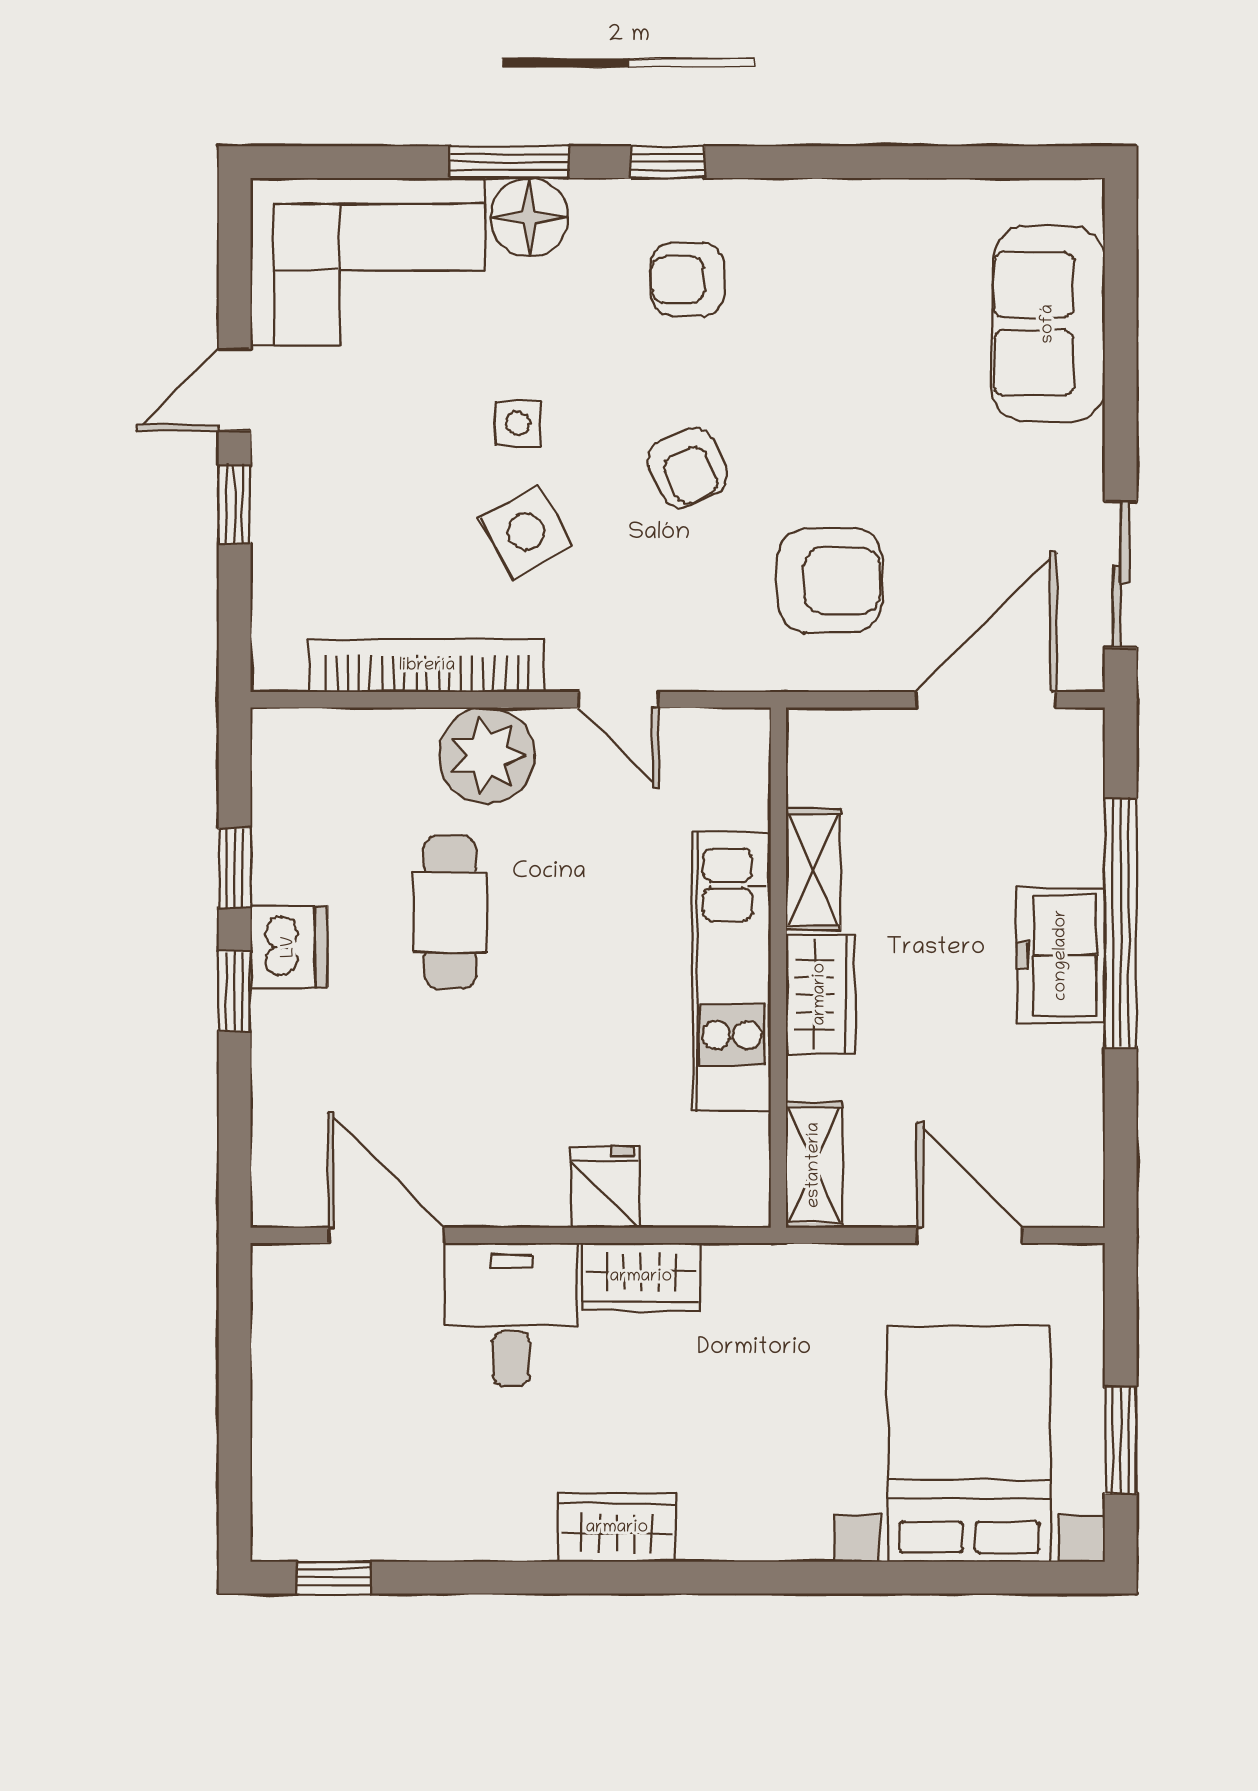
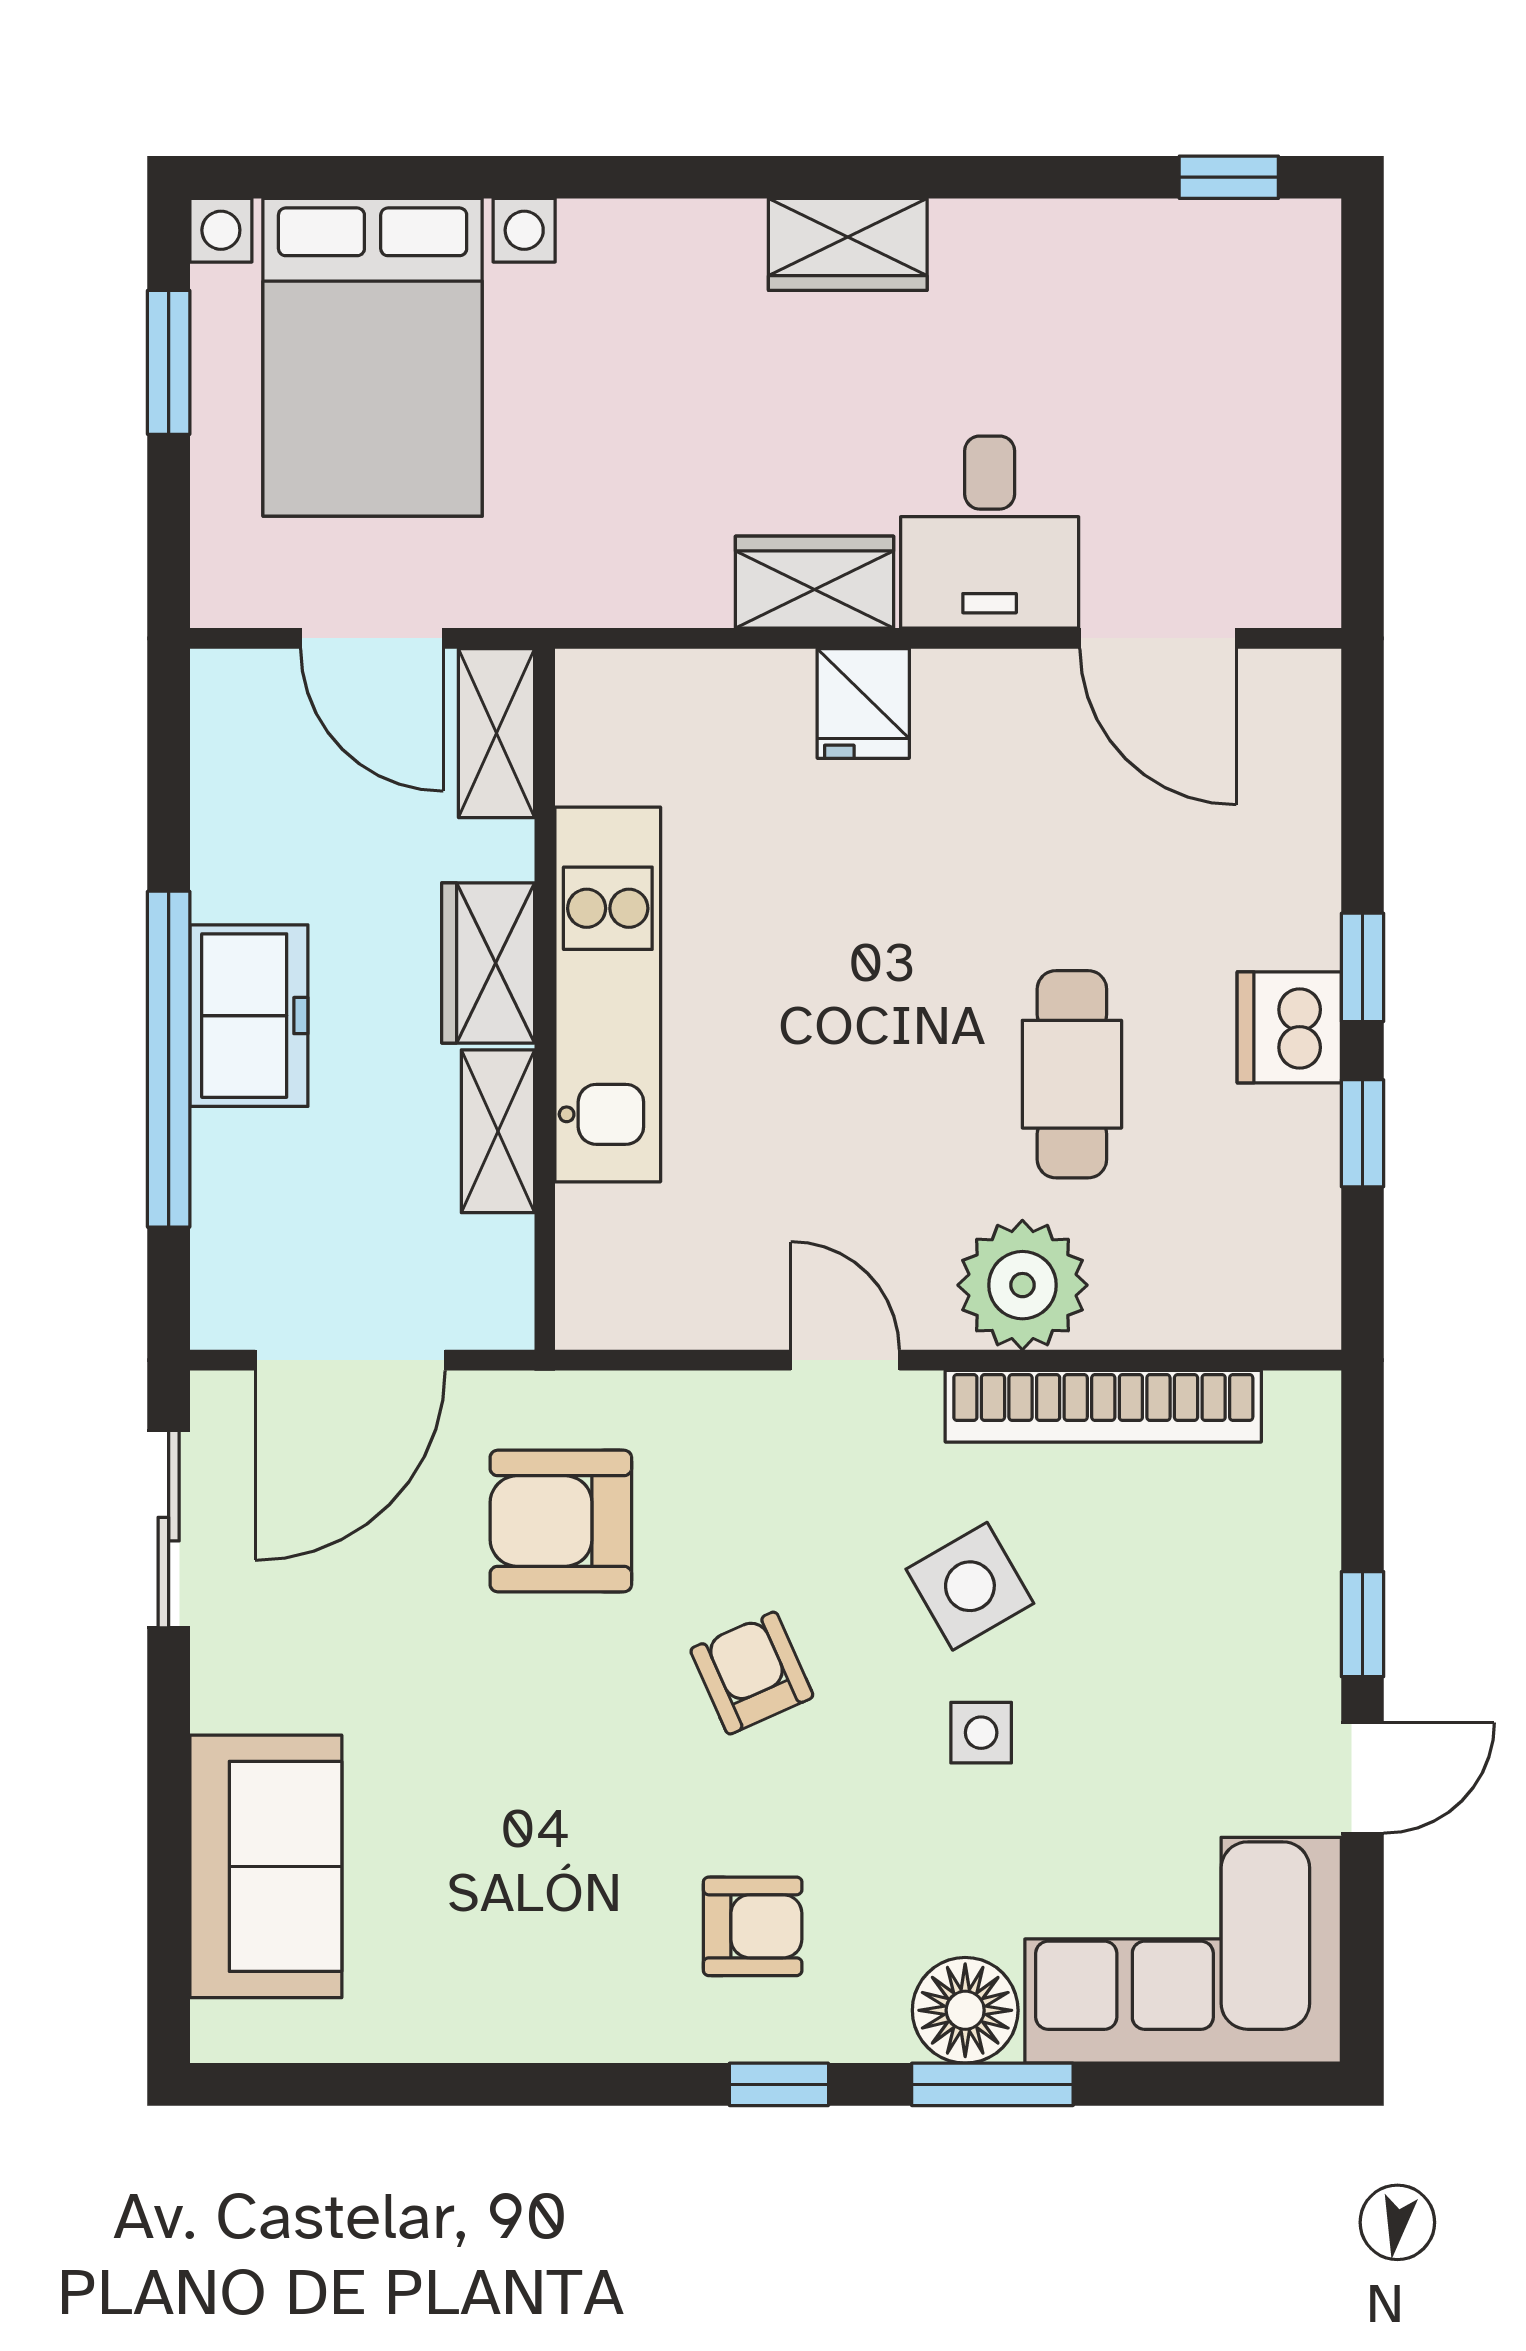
shelving: (813, 870) -> (498, 1131), moved
wall: (778, 968) -> (545, 999), moved
kitchen unit: (732, 971) -> (608, 994), moved
wardrobe: (820, 994) -> (488, 963), moved
shelving: (814, 1165) -> (497, 733), moved

